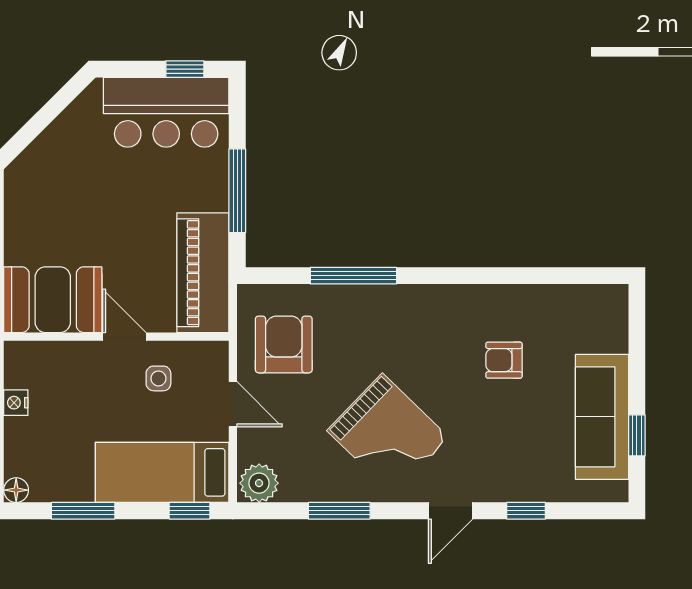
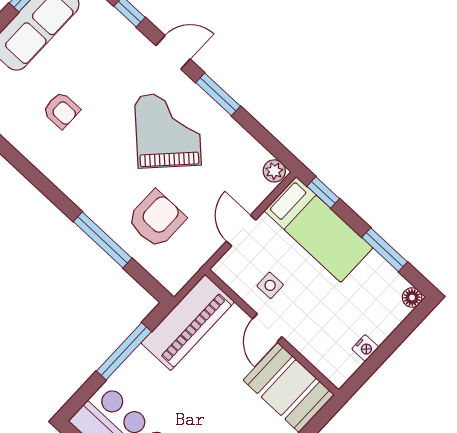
armchair: (284, 344) -> (156, 219), moved, turned 180
plant: (259, 483) -> (274, 171), width x0.73, depth x0.73
window: (339, 511) -> (218, 94), moved

